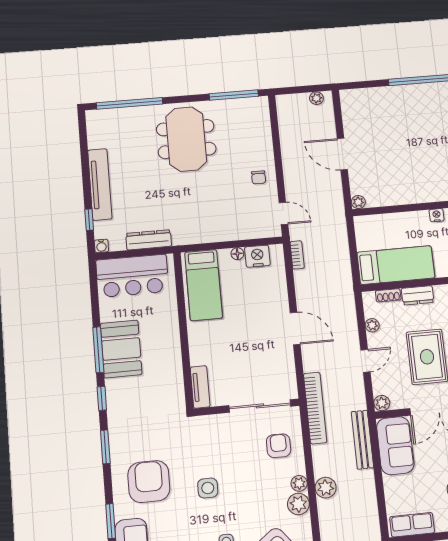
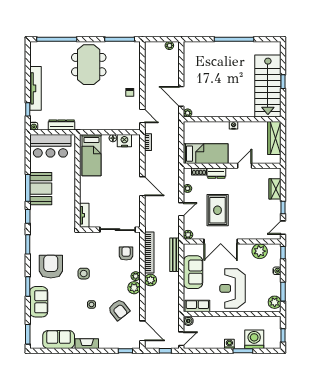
door: (342, 154) -> (181, 96), moved
bookcase: (315, 408) -> (149, 253), moved
sofa: (395, 446) -> (193, 272), moved

